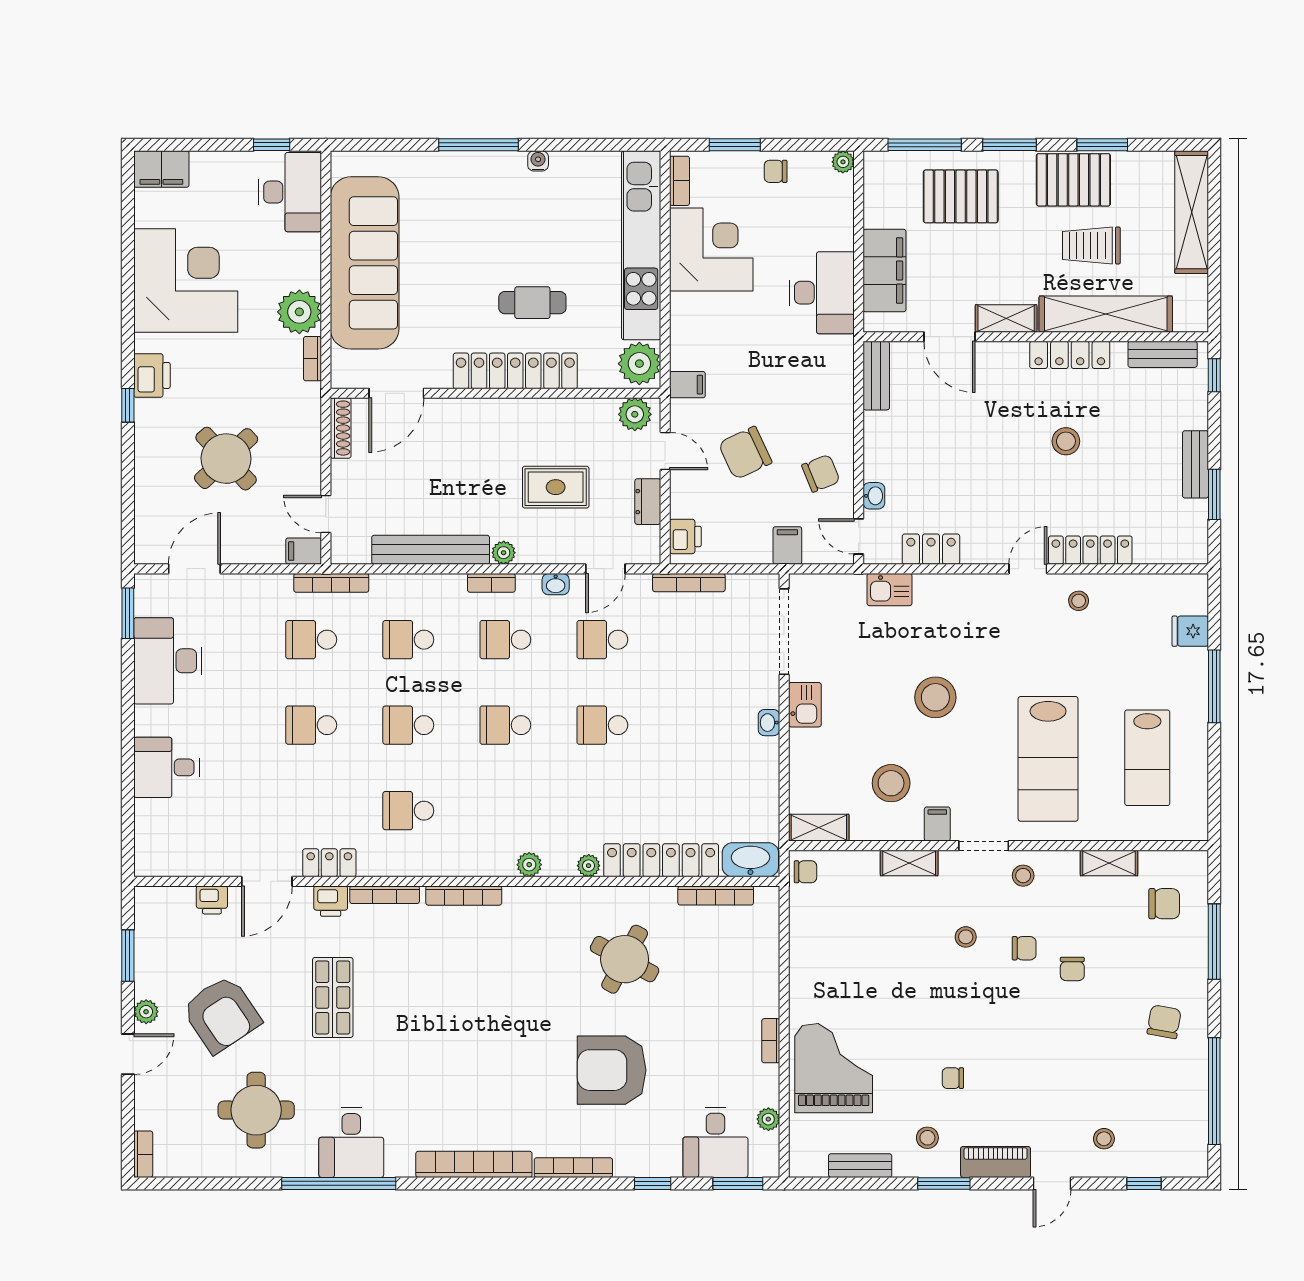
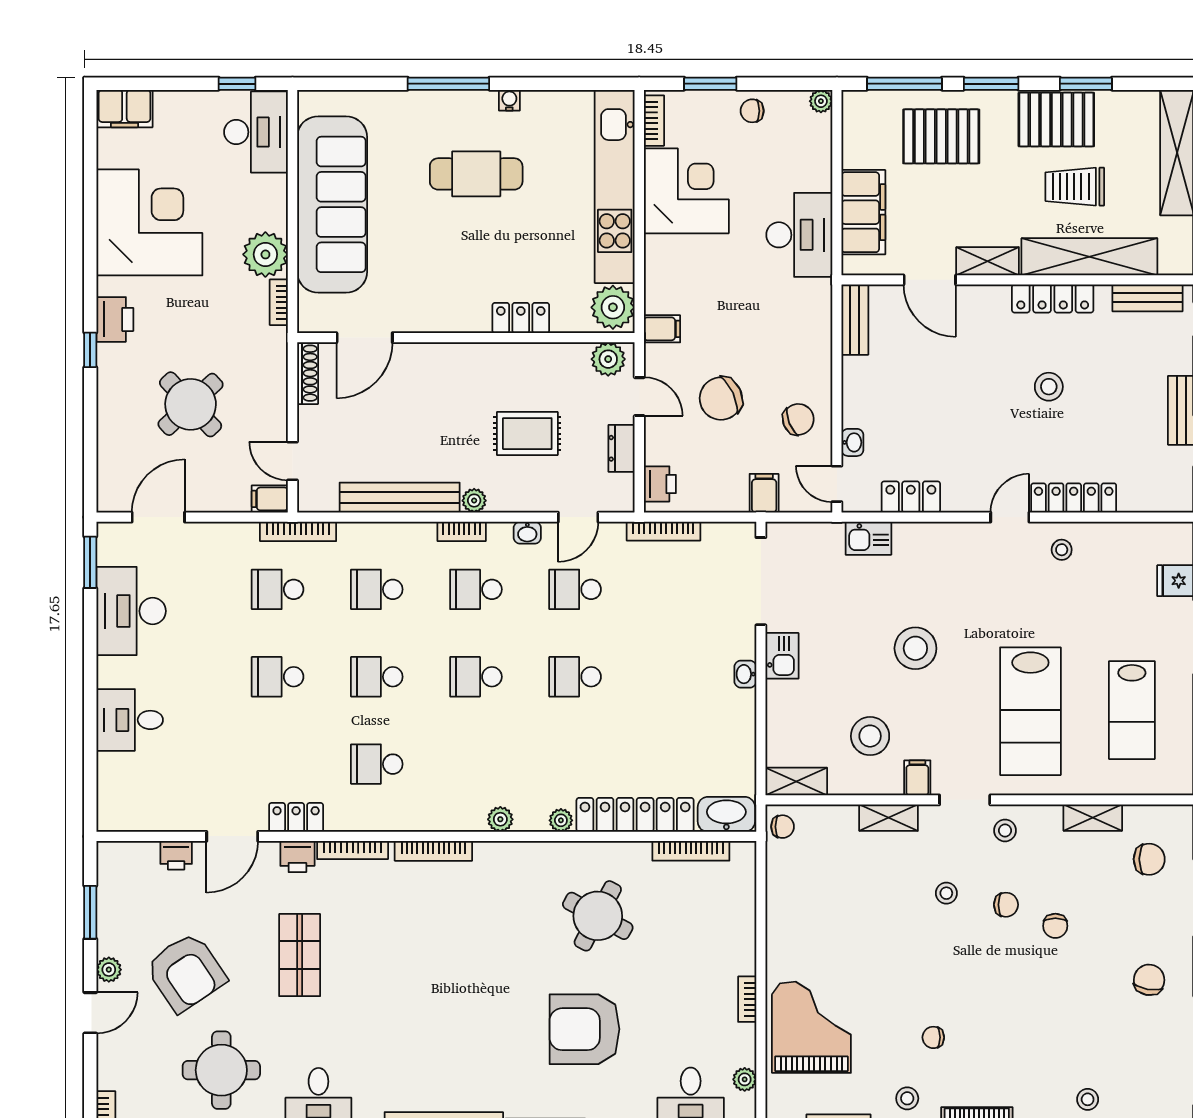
cafe table: (532, 303) -> (476, 174), moved, width x1.37, depth x1.35
locker: (515, 371) -> (521, 318), width x0.46, depth x0.83

